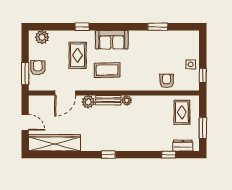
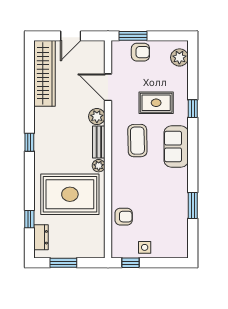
rug: (182, 112) -> (70, 194), moved, width x1.86, depth x2.06

